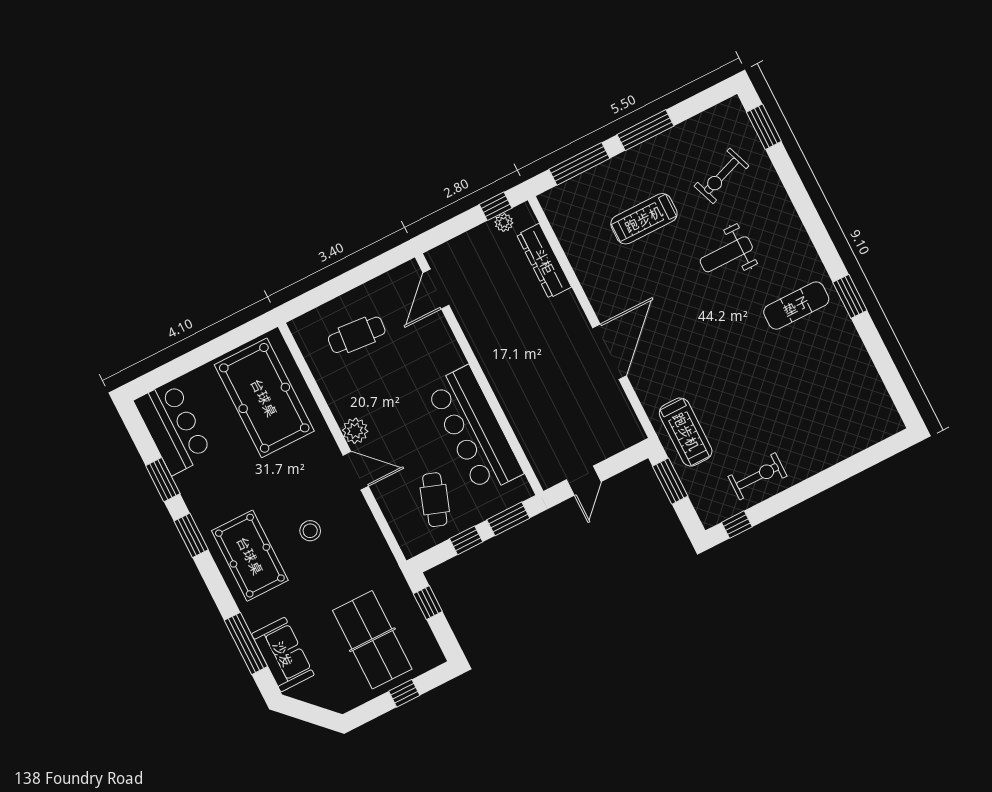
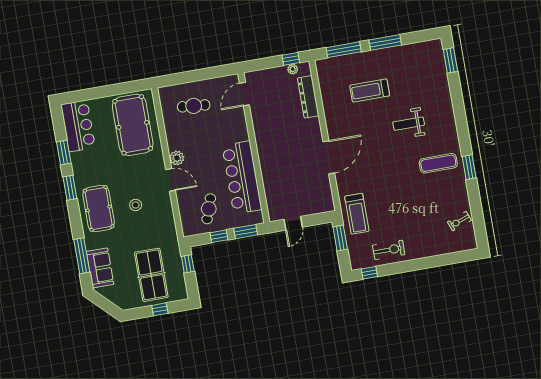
exercise bike: (721, 176) -> (459, 221), moved, width x0.73, depth x0.72

